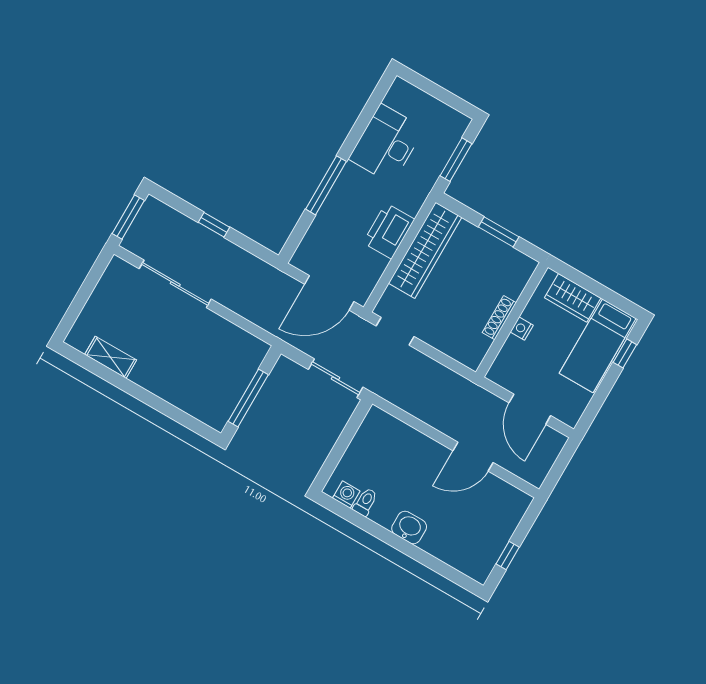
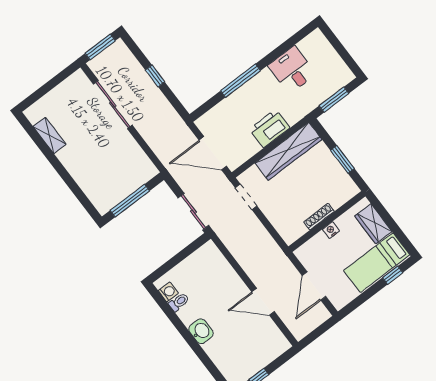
desk: (386, 144) -> (292, 70), width x0.73

